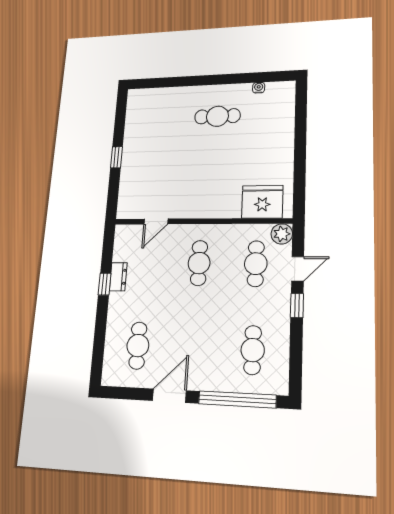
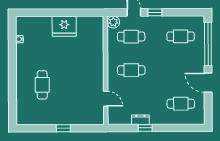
cafe table: (217, 116) -> (42, 85), moved
fridge: (262, 202) -> (64, 26), moved, turned -90

